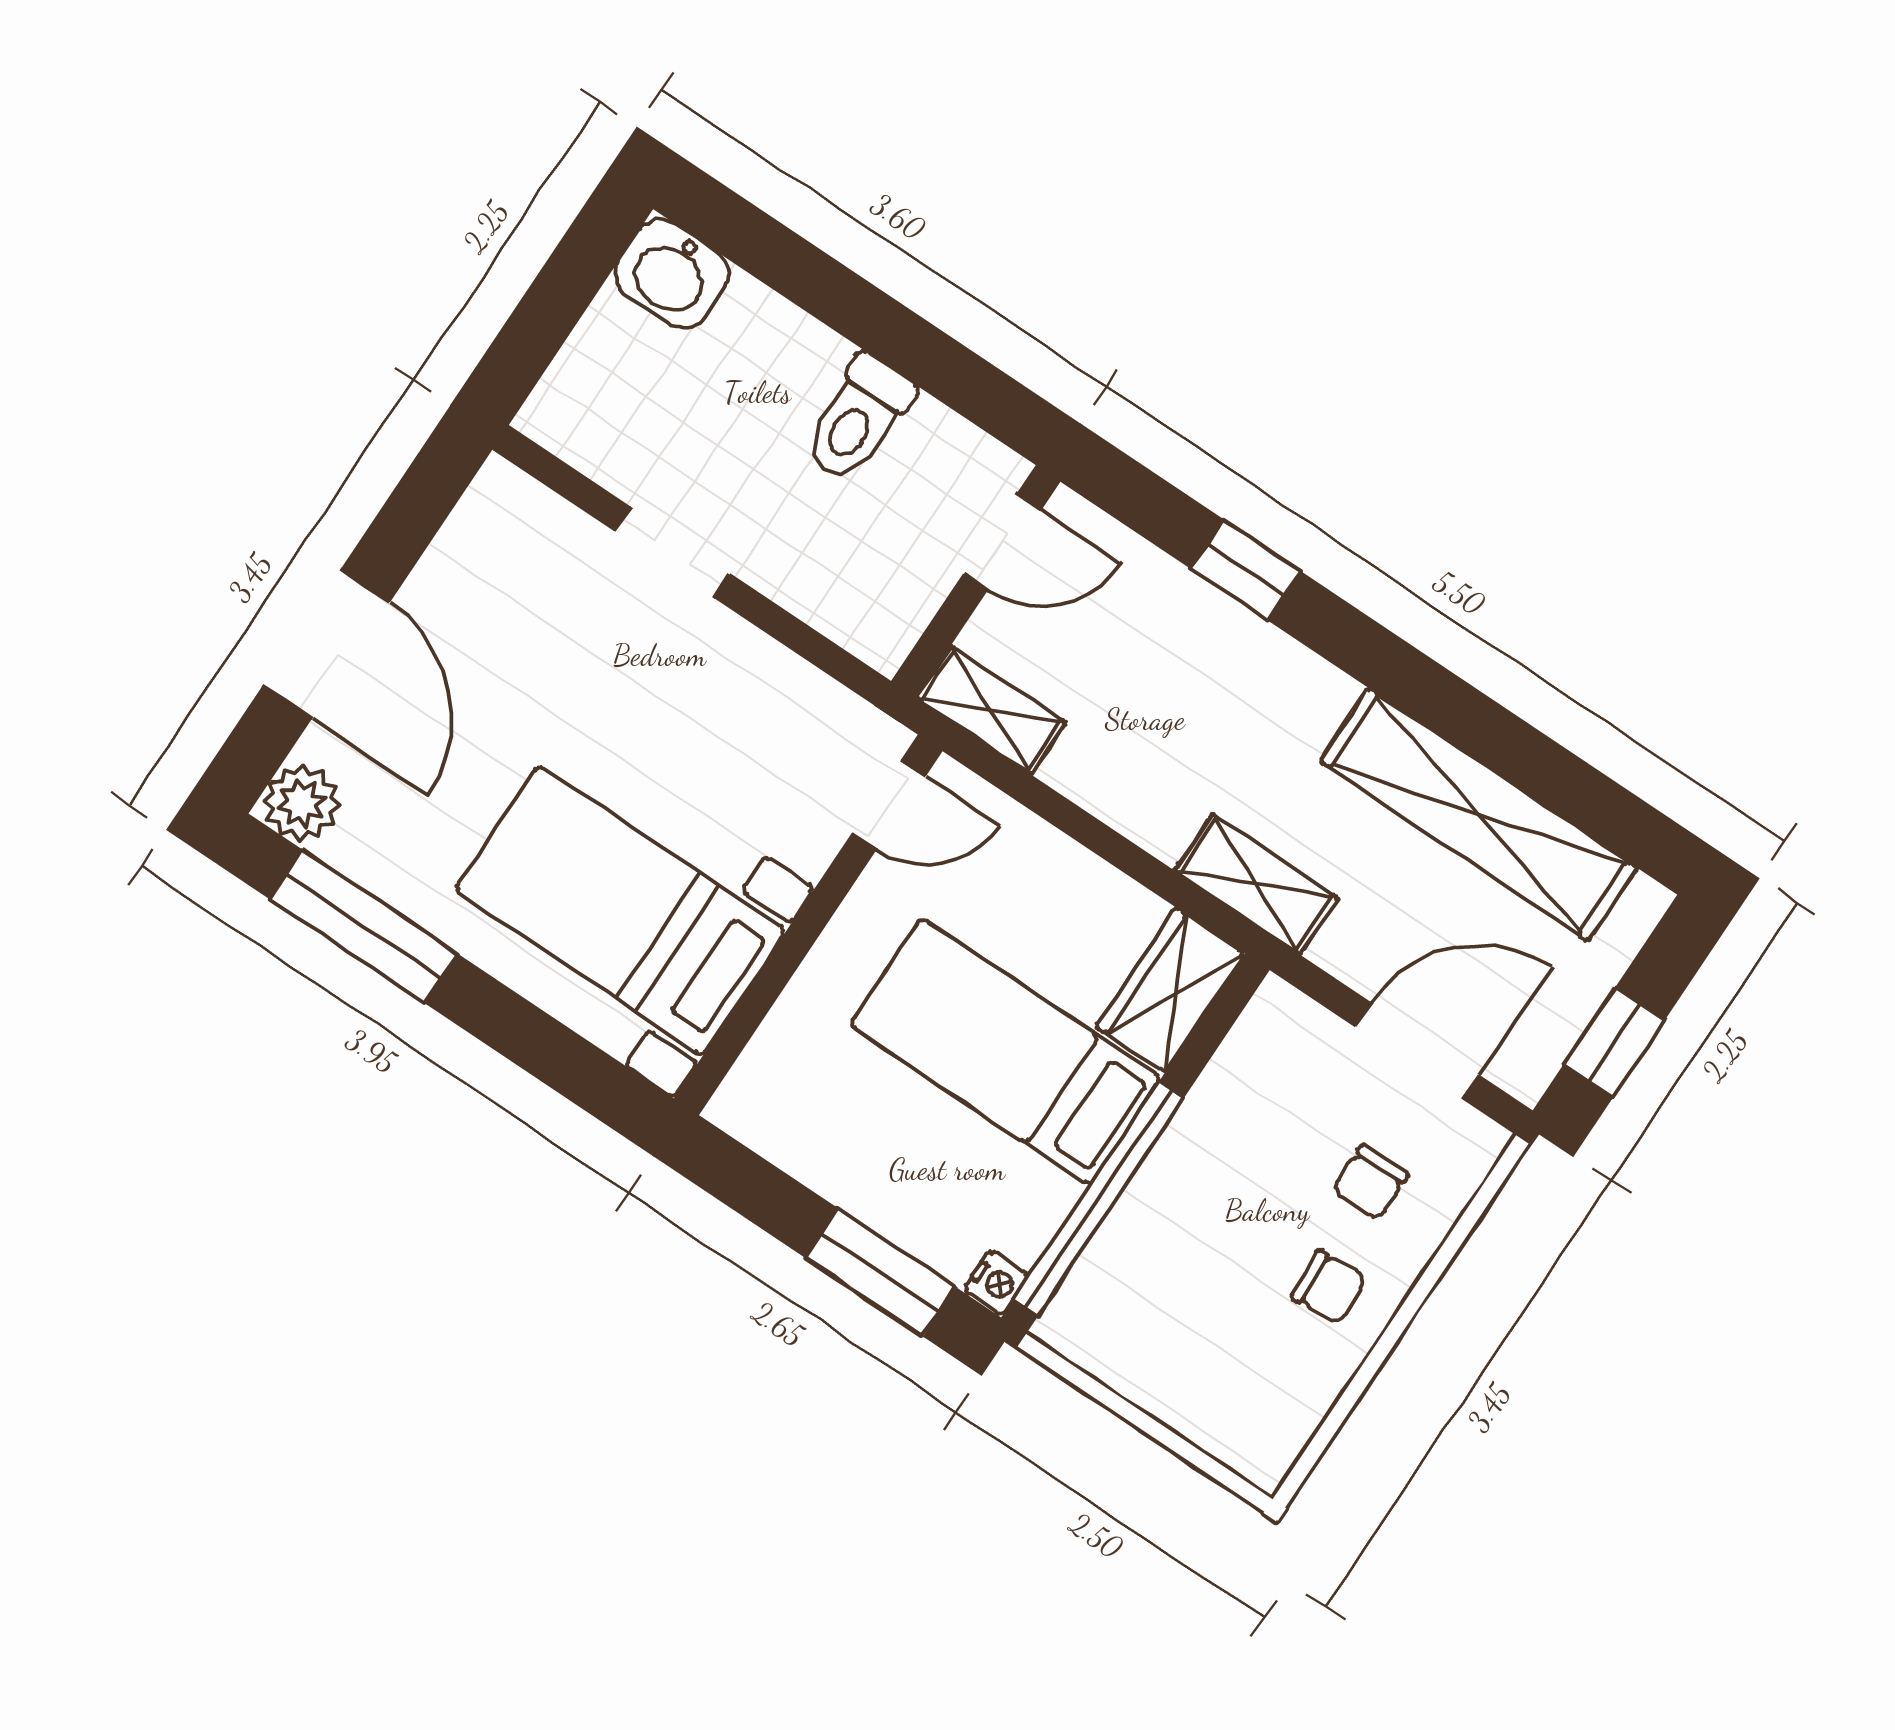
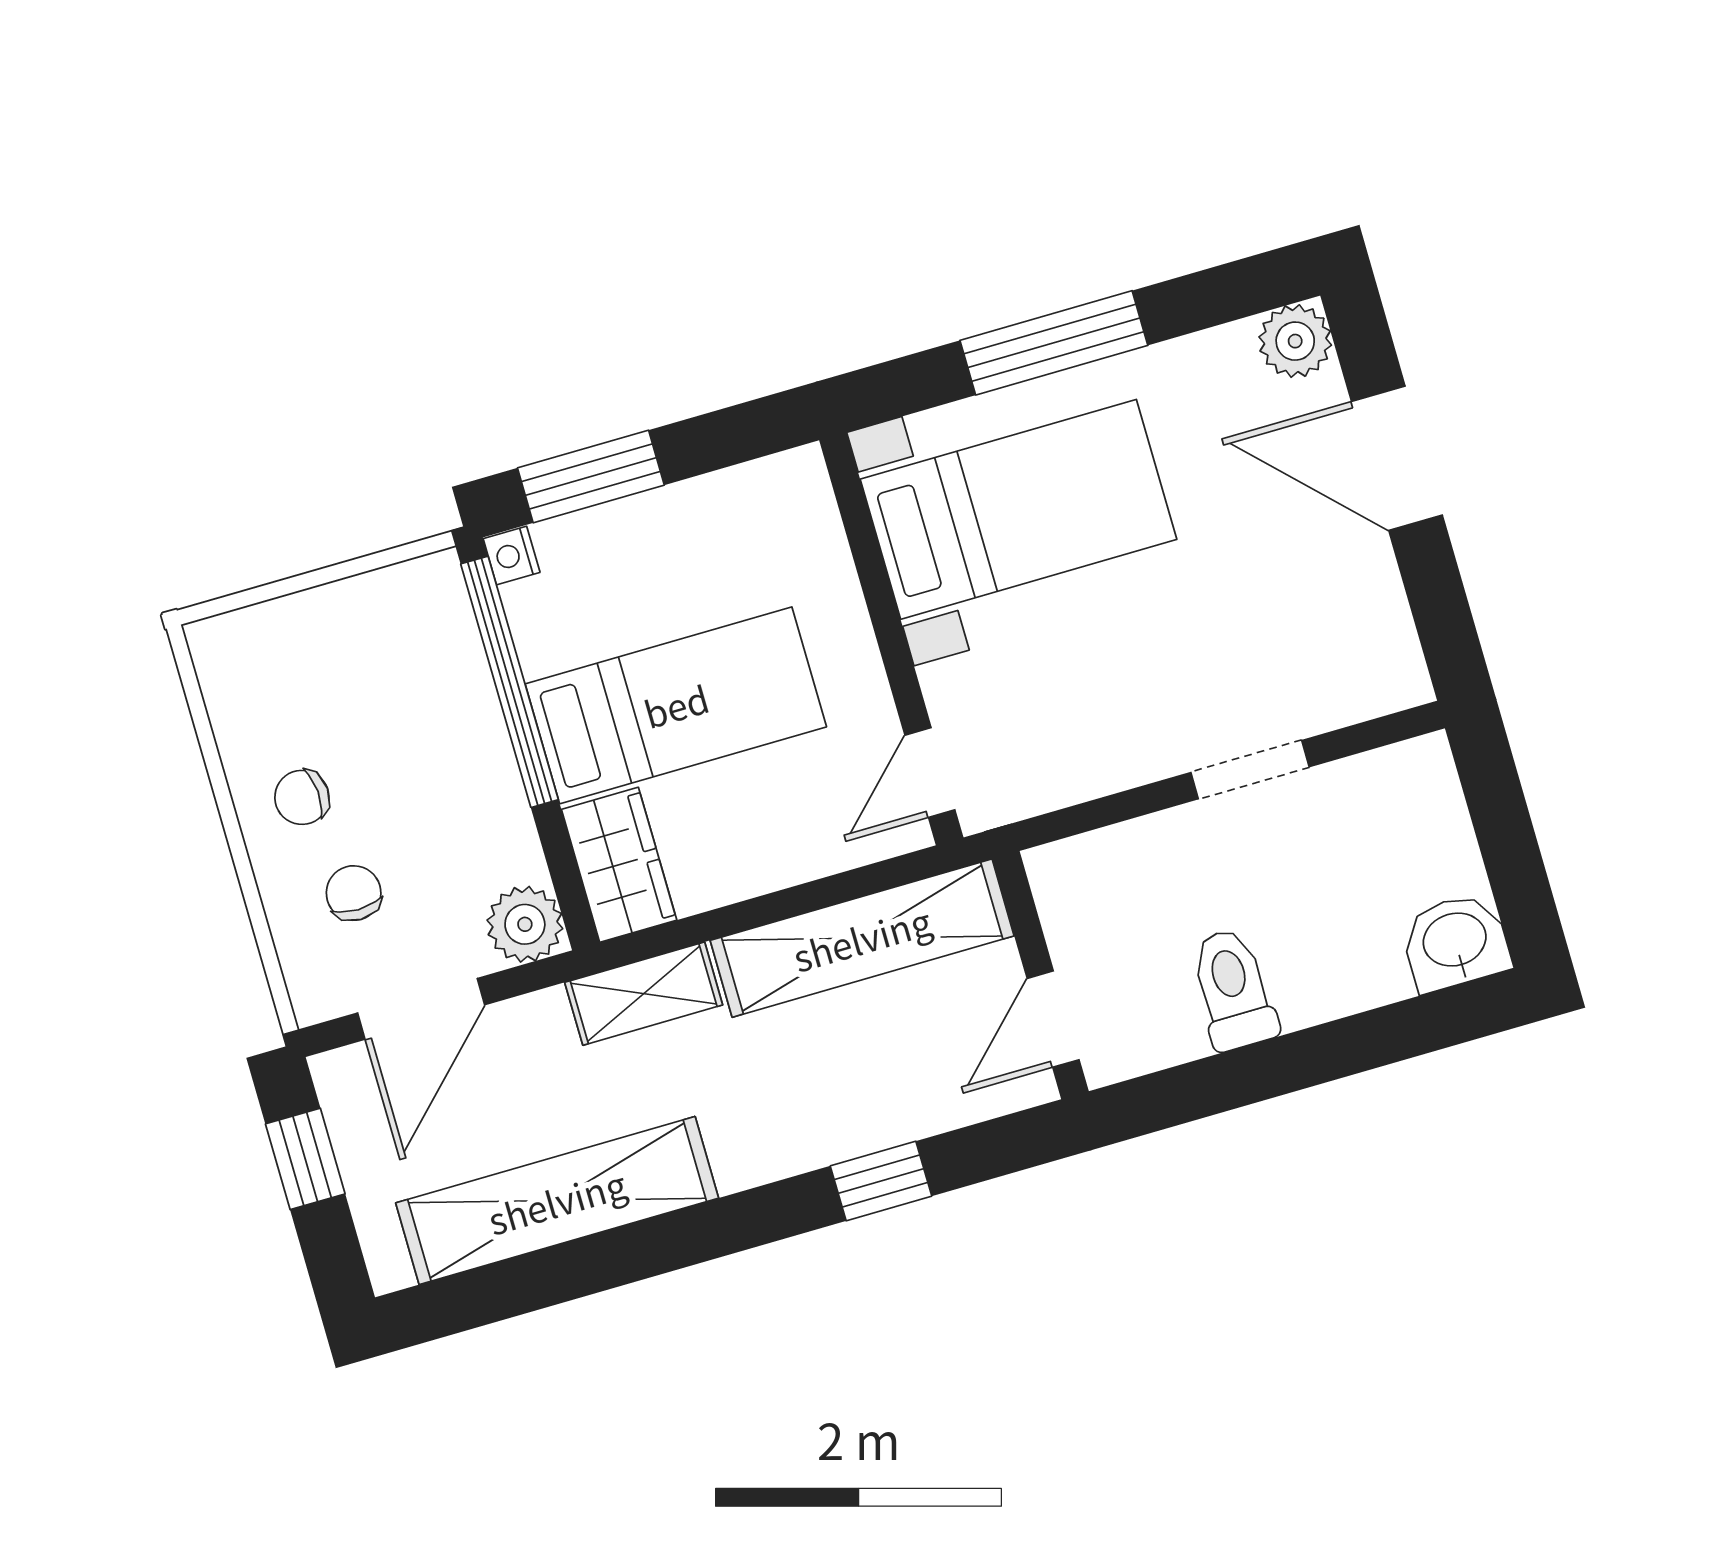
shelving: (991, 710) -> (862, 938), width x2.20, depth x1.33
window: (364, 926) -> (1054, 343), moved
plant: (1280, 1025) -> (525, 924), added

